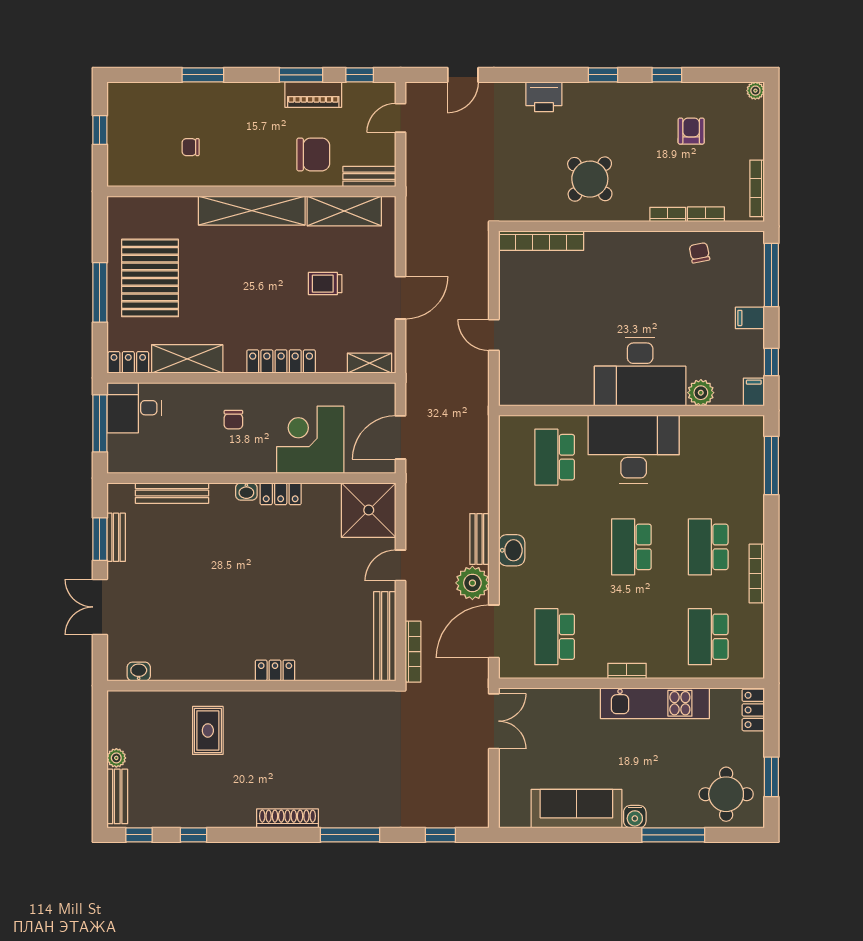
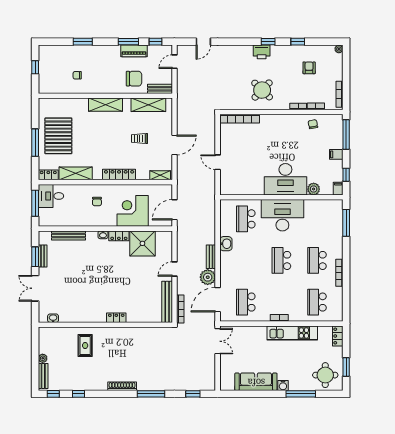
printer: (544, 97) -> (262, 52), moved
shelving: (252, 211) -> (106, 105), width x0.68
shower: (369, 510) -> (142, 243), moved
washbasin: (512, 550) -> (226, 244), moved

